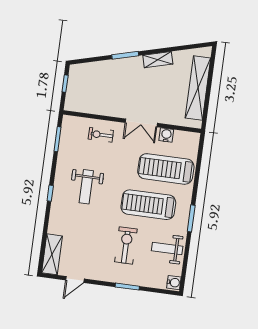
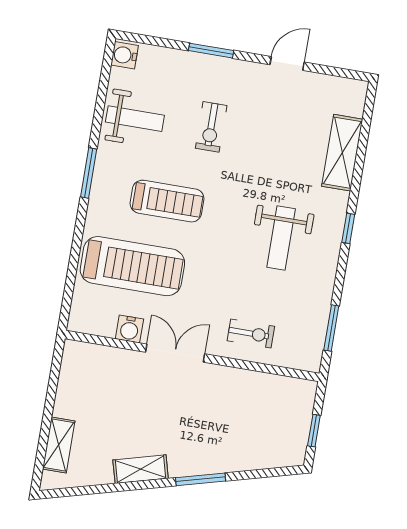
shelving: (198, 88) -> (59, 445), width x0.45, depth x0.75
weight bench: (86, 187) -> (281, 238), turned 180
treadmill: (148, 205) -> (167, 201), width x0.73, depth x0.73
exercise bike: (126, 245) -> (211, 127), width x0.73, depth x0.72
shelving: (52, 254) -> (342, 153), moved
door: (75, 279) -> (287, 63), moved

